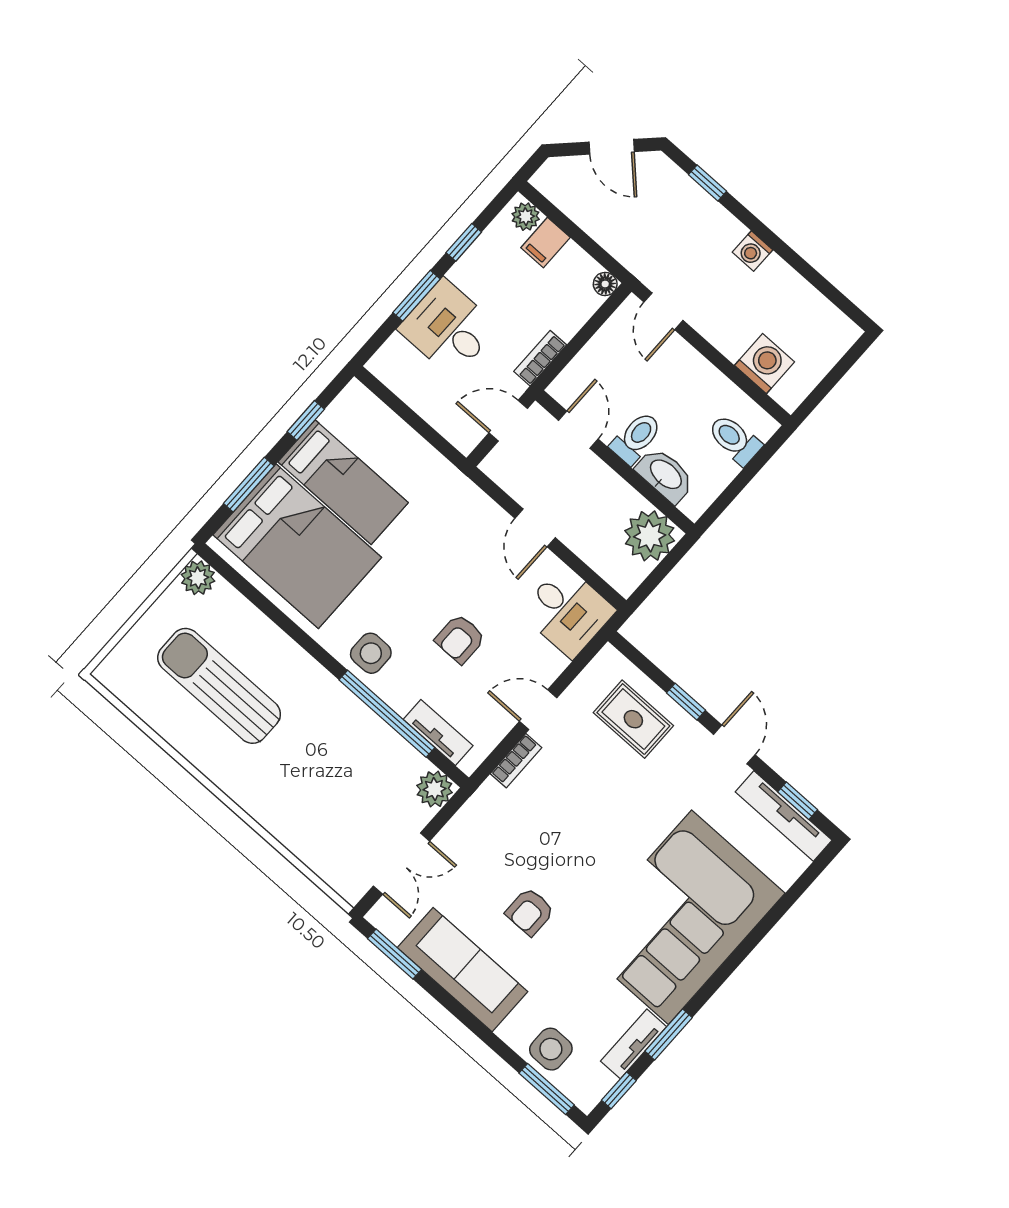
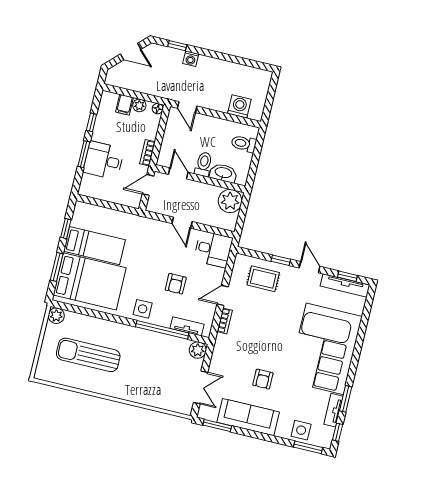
plant: (526, 217) -> (139, 105), moved
washing machine: (753, 251) -> (191, 59), moved

